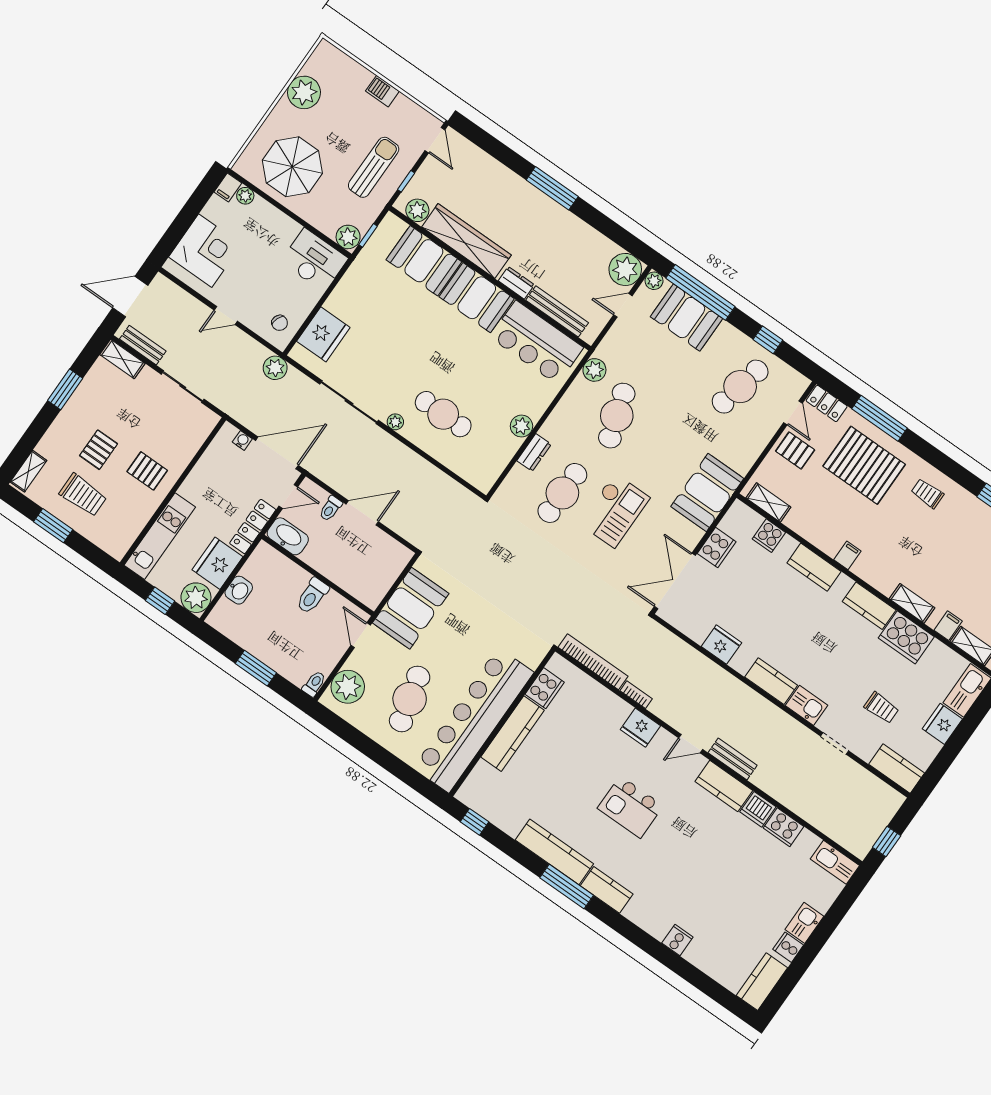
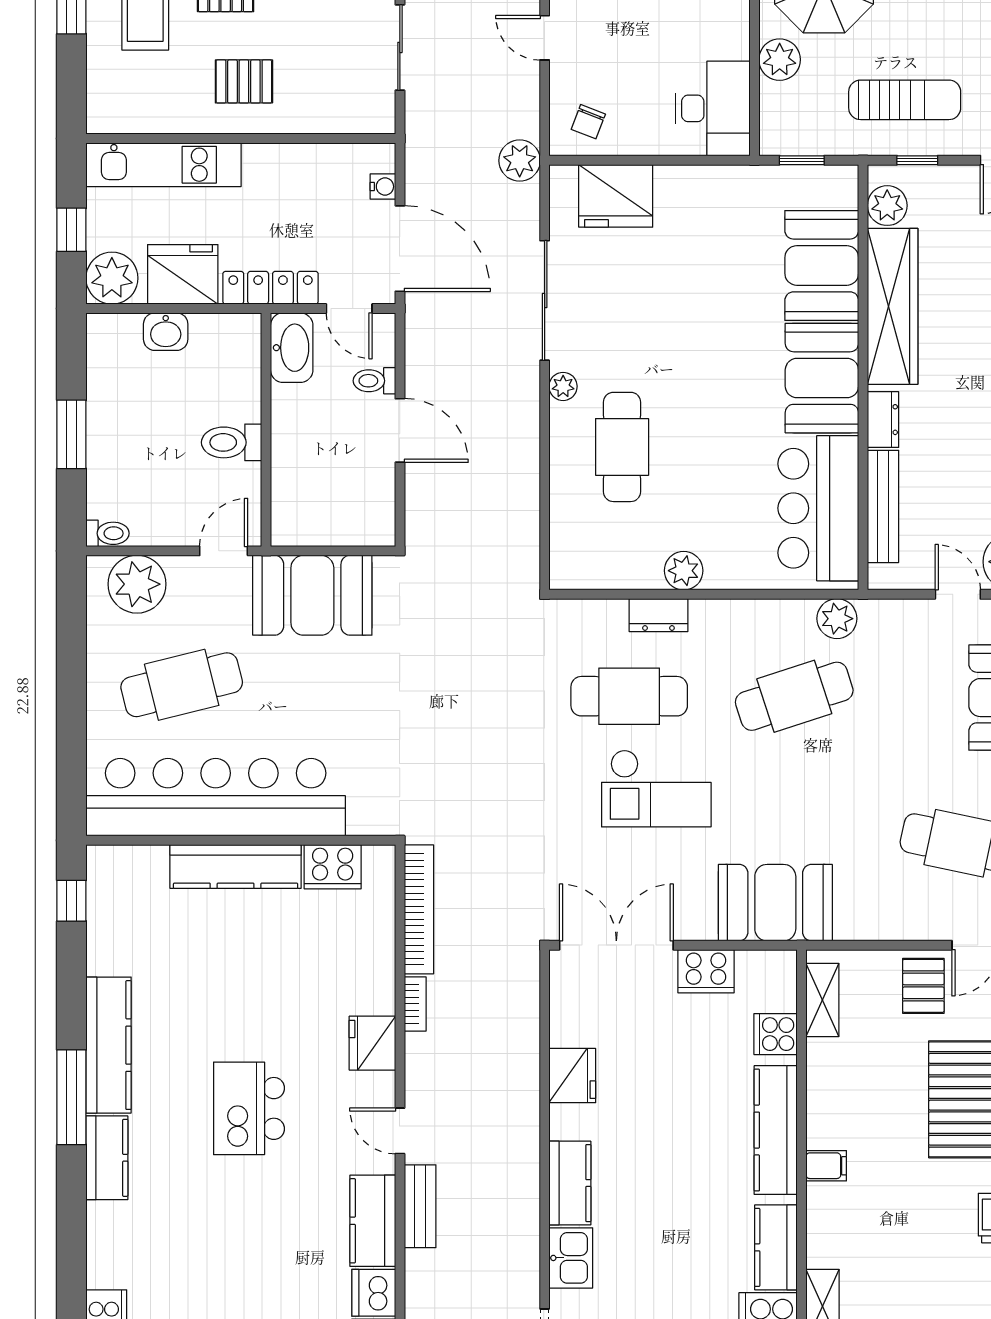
plant: (348, 237) -> (780, 60), moved
pallet: (147, 471) -> (244, 81), turned 90
kitchen counter: (814, 567) -> (776, 1130), width x1.50

